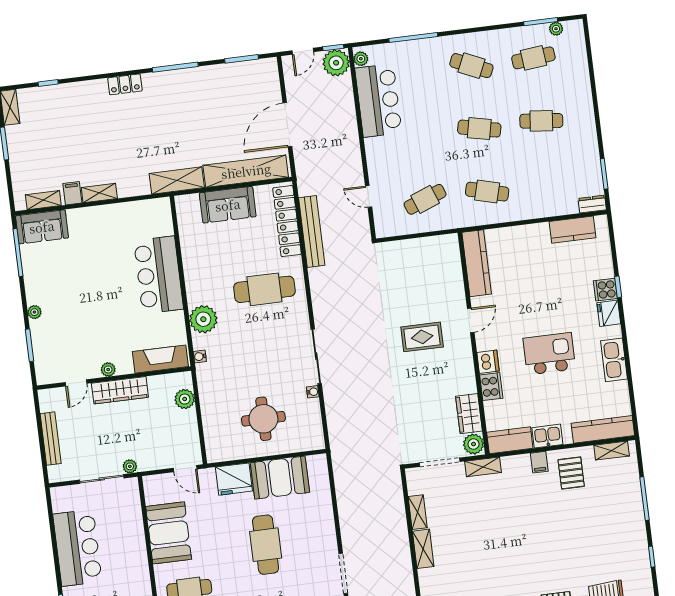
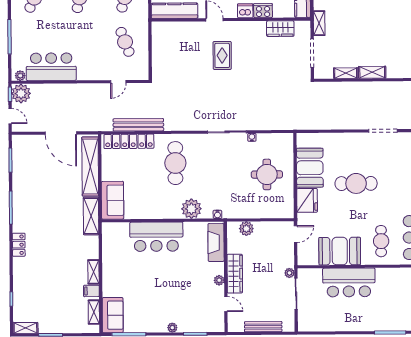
sofa: (228, 205) -> (113, 200), moved
plant: (474, 444) -> (302, 28), removed
bar counter: (77, 548) -> (349, 282), moved, turned 180

